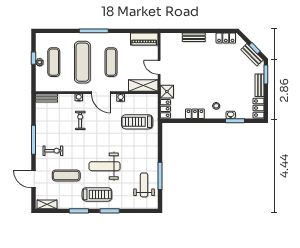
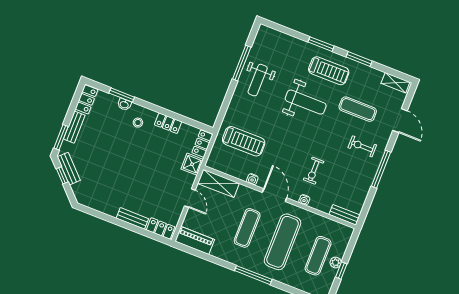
locker: (226, 38) -> (161, 228), moved
weight bench: (144, 185) -> (258, 80), moved
treadmill: (97, 194) -> (329, 71), turned 180

